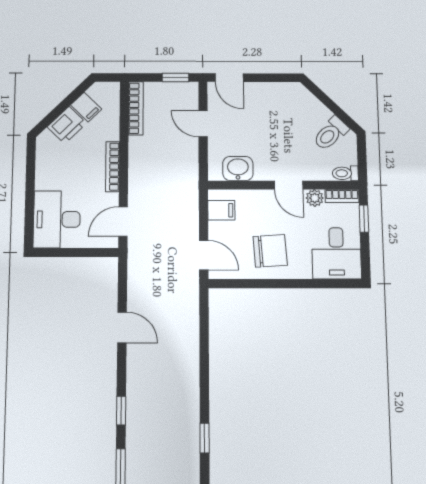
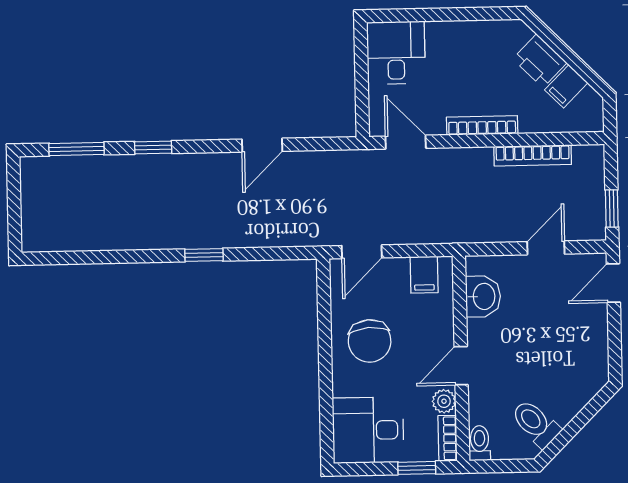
bookcase: (136, 108) -> (533, 155), moved
desk: (57, 219) -> (396, 53), width x0.73
window: (205, 438) -> (204, 255), moved

